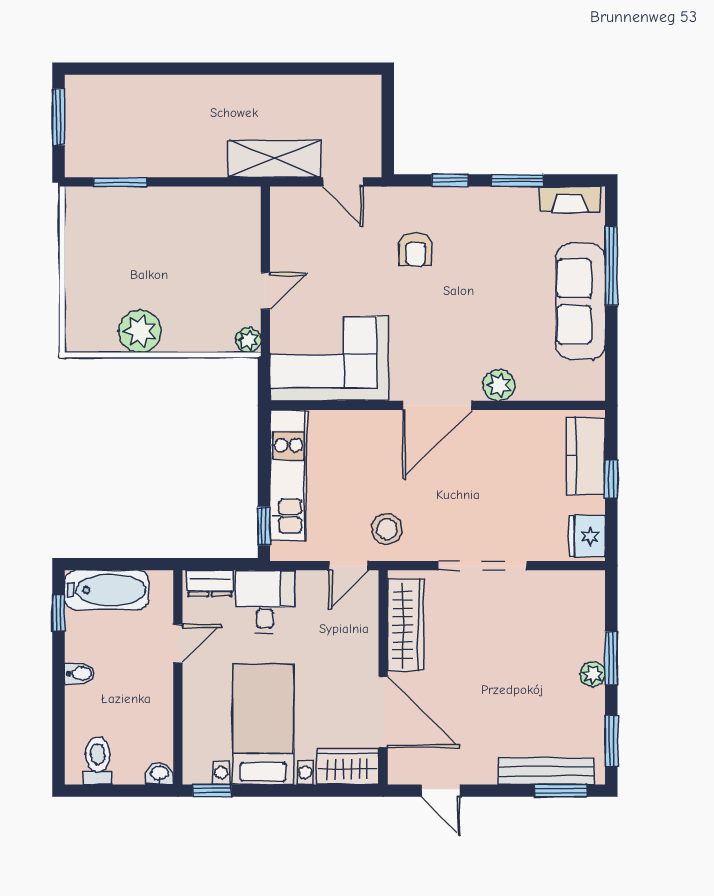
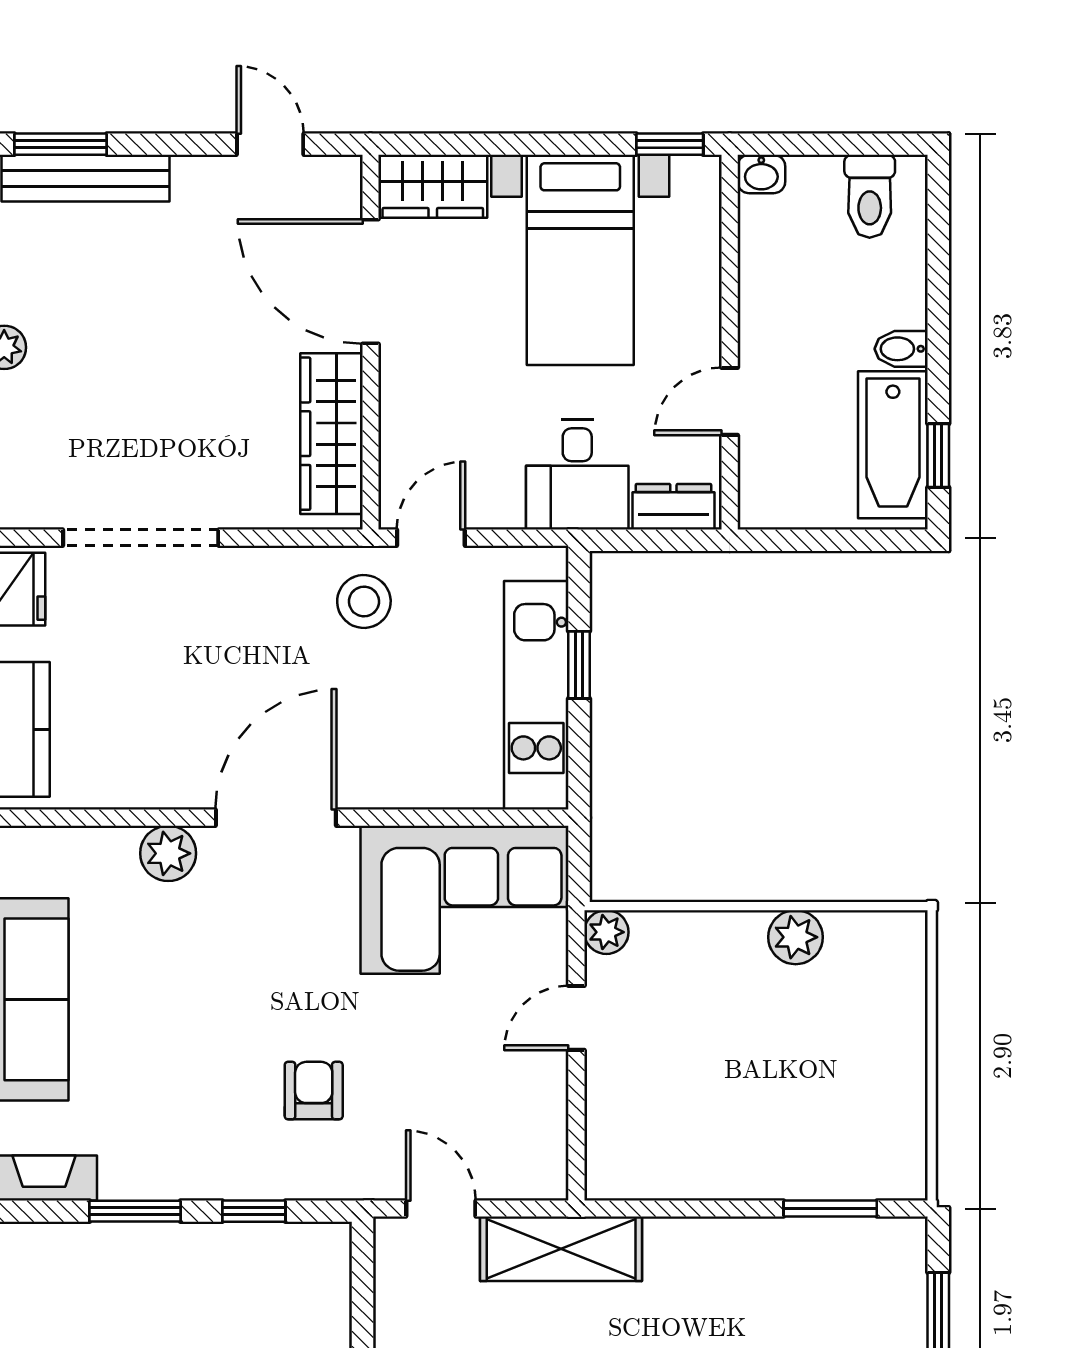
plant: (140, 331) -> (796, 937), width x0.73, depth x0.73
window: (264, 526) -> (579, 665), moved
doorway: (482, 566) -> (141, 538), moved
bathtub: (107, 590) -> (893, 445), moved, turned -90

